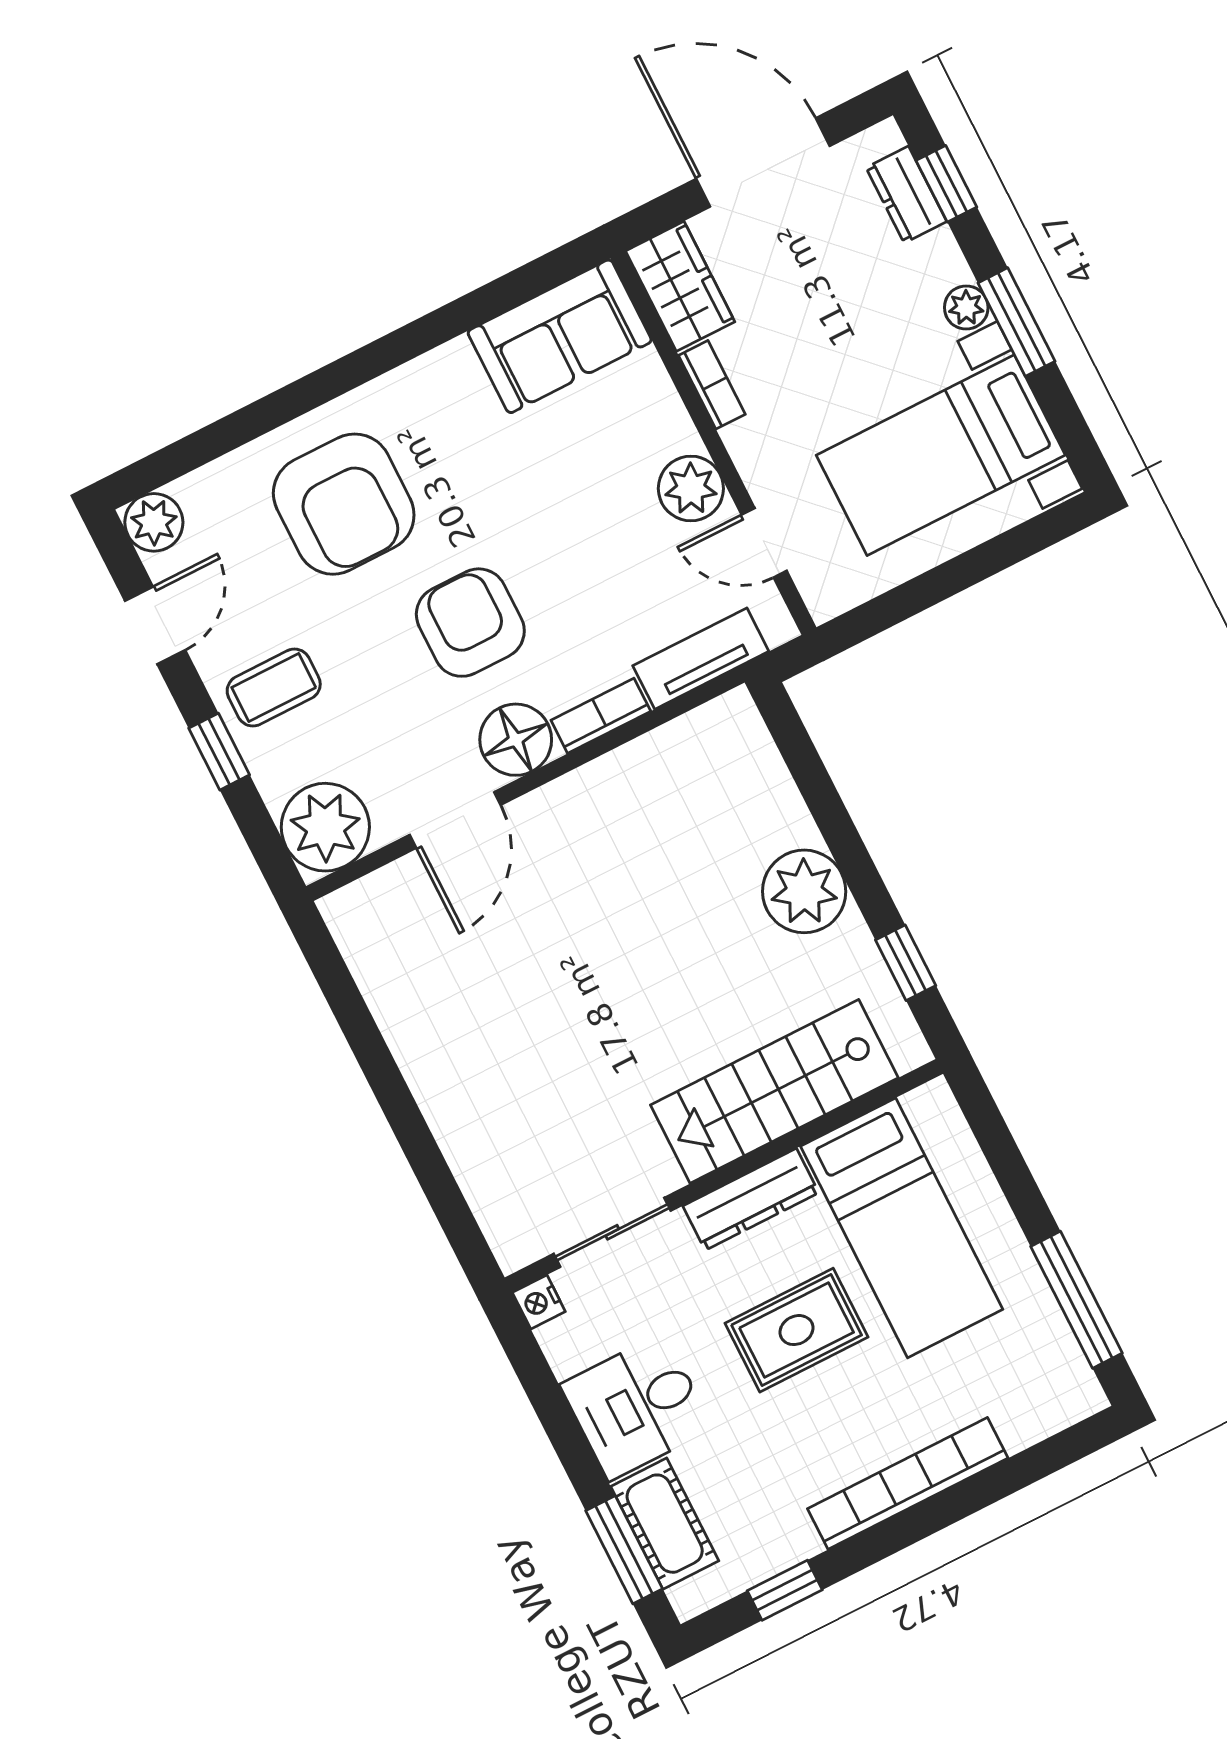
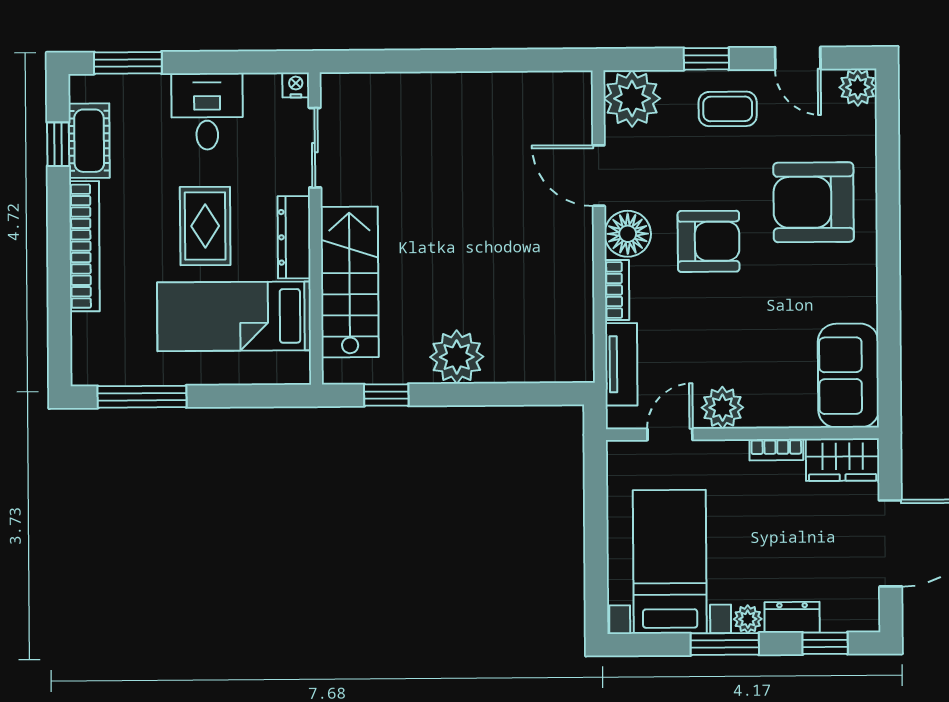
dresser: (906, 195) -> (792, 617), moved
coffee table: (274, 688) -> (728, 109), turned 90
cot: (665, 1524) -> (89, 141), moved, turned 90

